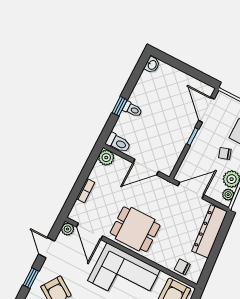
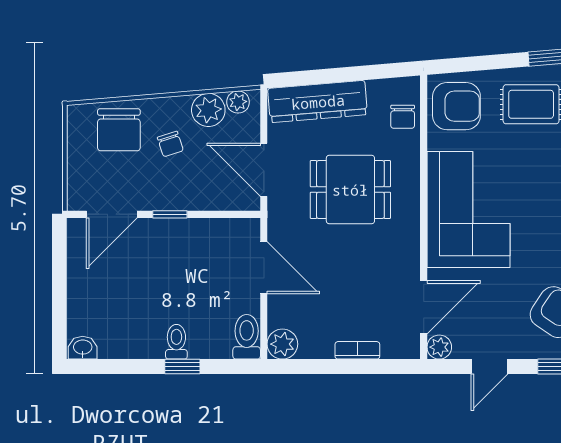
dining table: (135, 229) -> (350, 190), moved, turned 90

